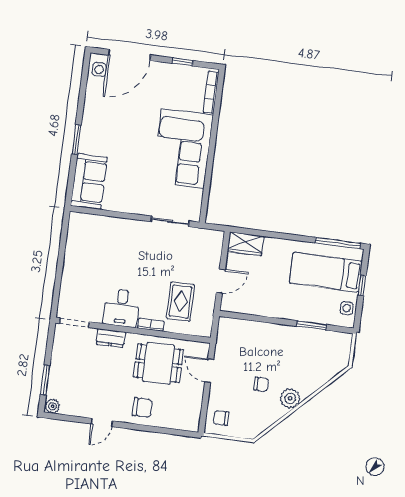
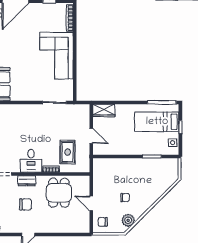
door: (221, 281) -> (91, 136), hinge flipped
dining table: (158, 363) -> (59, 193), turned 90
door: (209, 371) -> (91, 203), moved
plant: (290, 398) -> (128, 220), moved
chair: (142, 408) -> (26, 204), moved

